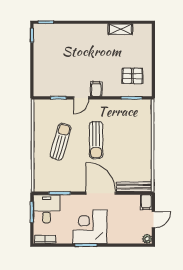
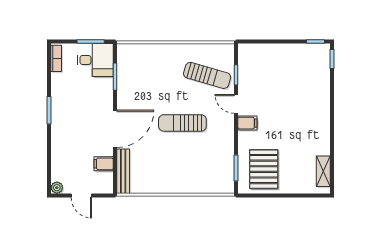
shelving: (120, 29) -> (323, 171), moved
pallet: (132, 76) -> (264, 169), width x1.50, depth x1.42
sun lounger: (61, 142) -> (207, 75), moved
filing cabinet: (146, 202) -> (104, 164), moved
corner desk: (90, 227) -> (72, 115), removed

